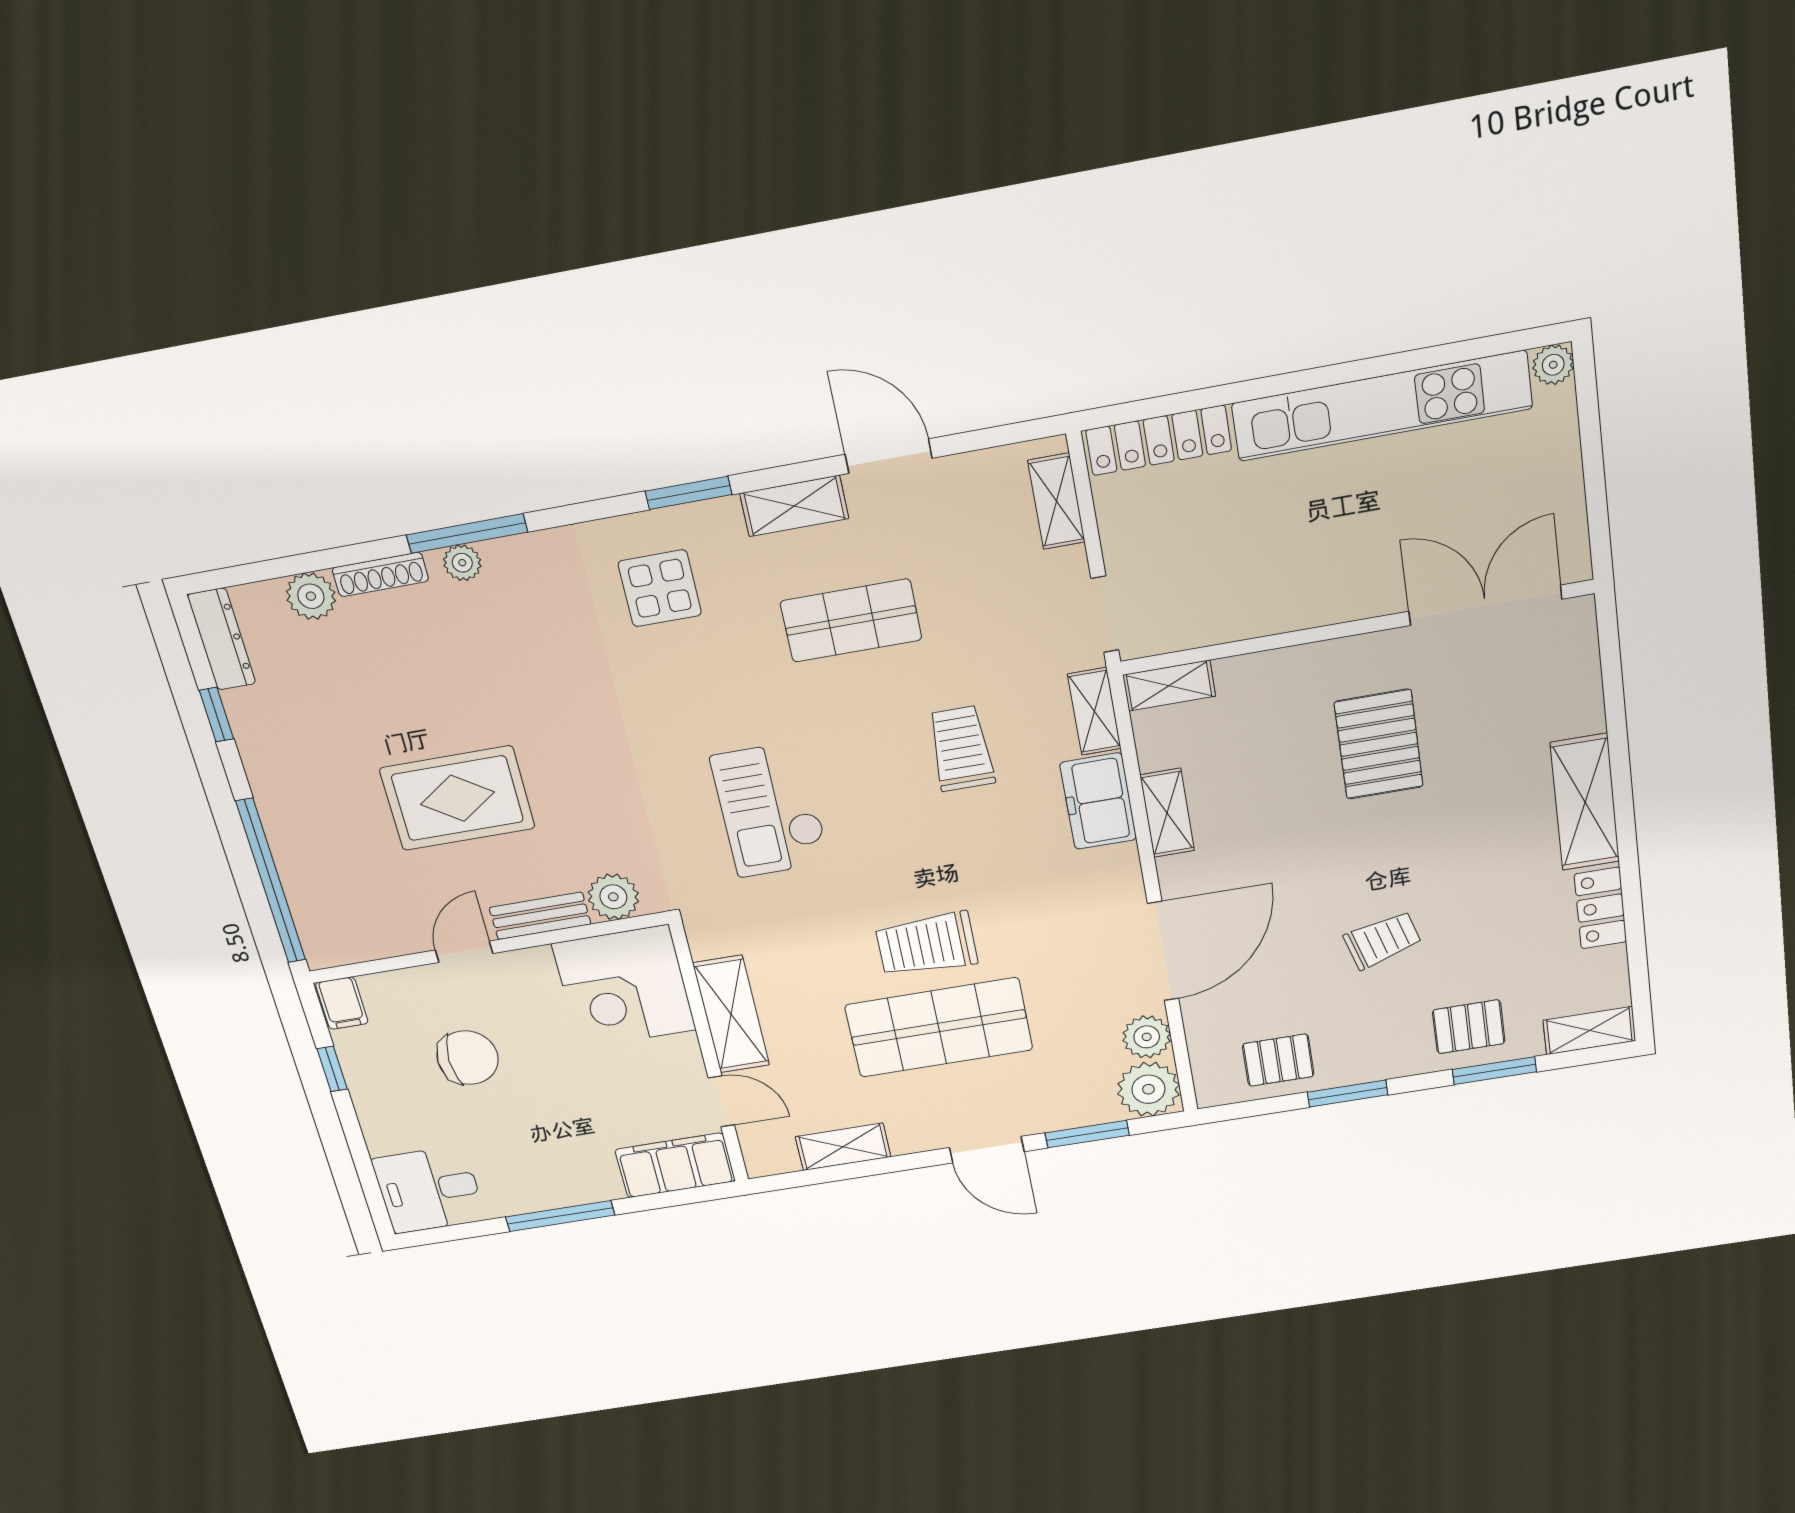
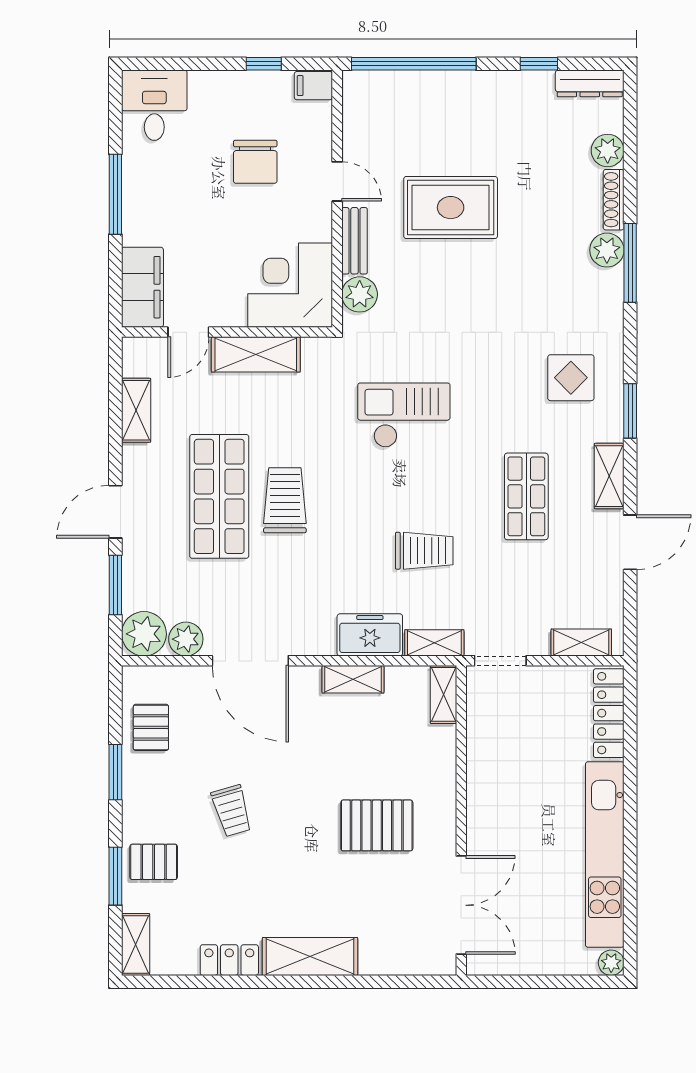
plant: (462, 563) -> (607, 250), width x1.38, depth x1.38
rug: (457, 798) -> (451, 208), turned 90
pallet: (1469, 1027) -> (154, 862), turned 90

